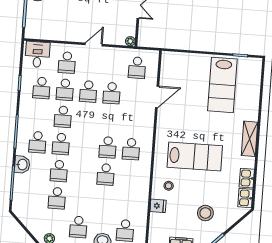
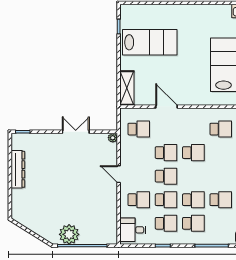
shelving: (250, 139) -> (127, 88), moved, turned 90
school desk: (38, 142) -> (193, 223), moved
school desk: (108, 147) -> (193, 153), moved

